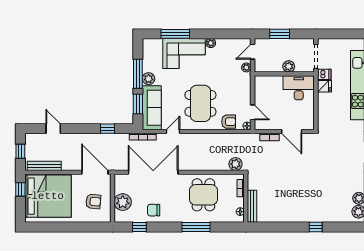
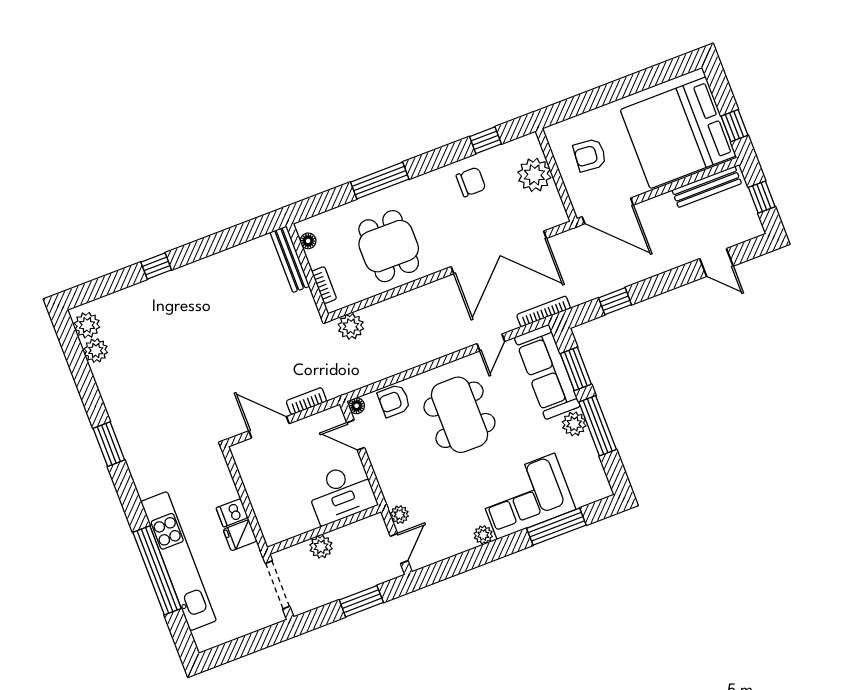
dishwasher: (324, 74) -> (232, 513), moved
desk: (299, 88) -> (341, 493), moved

